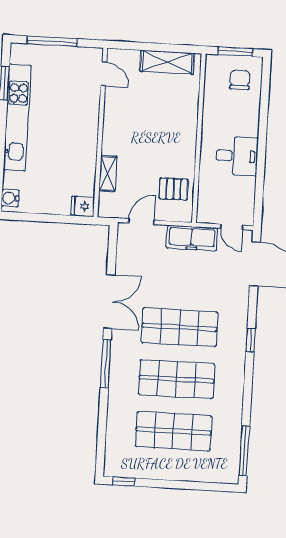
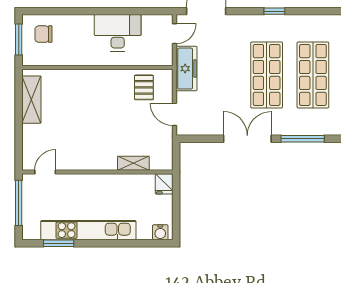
door: (104, 74) -> (45, 172), moved
wall: (100, 133) -> (97, 172), moved
desk: (237, 156) -> (118, 33), width x1.37
shelving: (108, 173) -> (133, 163), moved
fridge: (83, 206) -> (164, 184), moved

